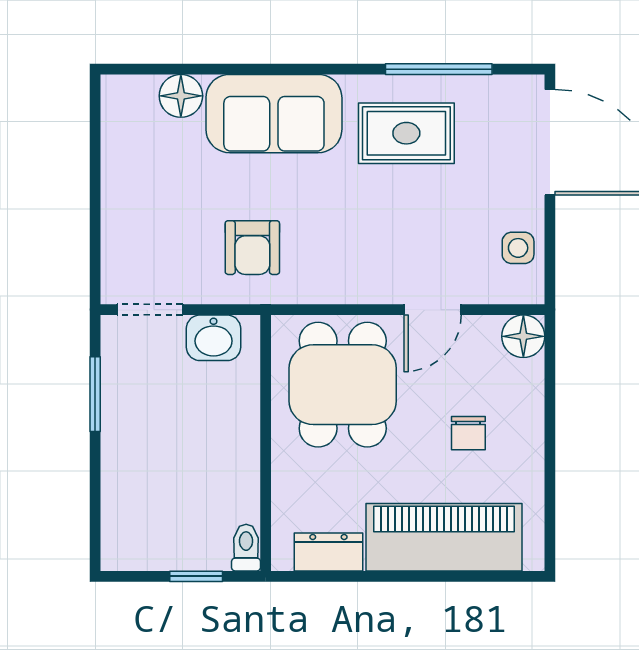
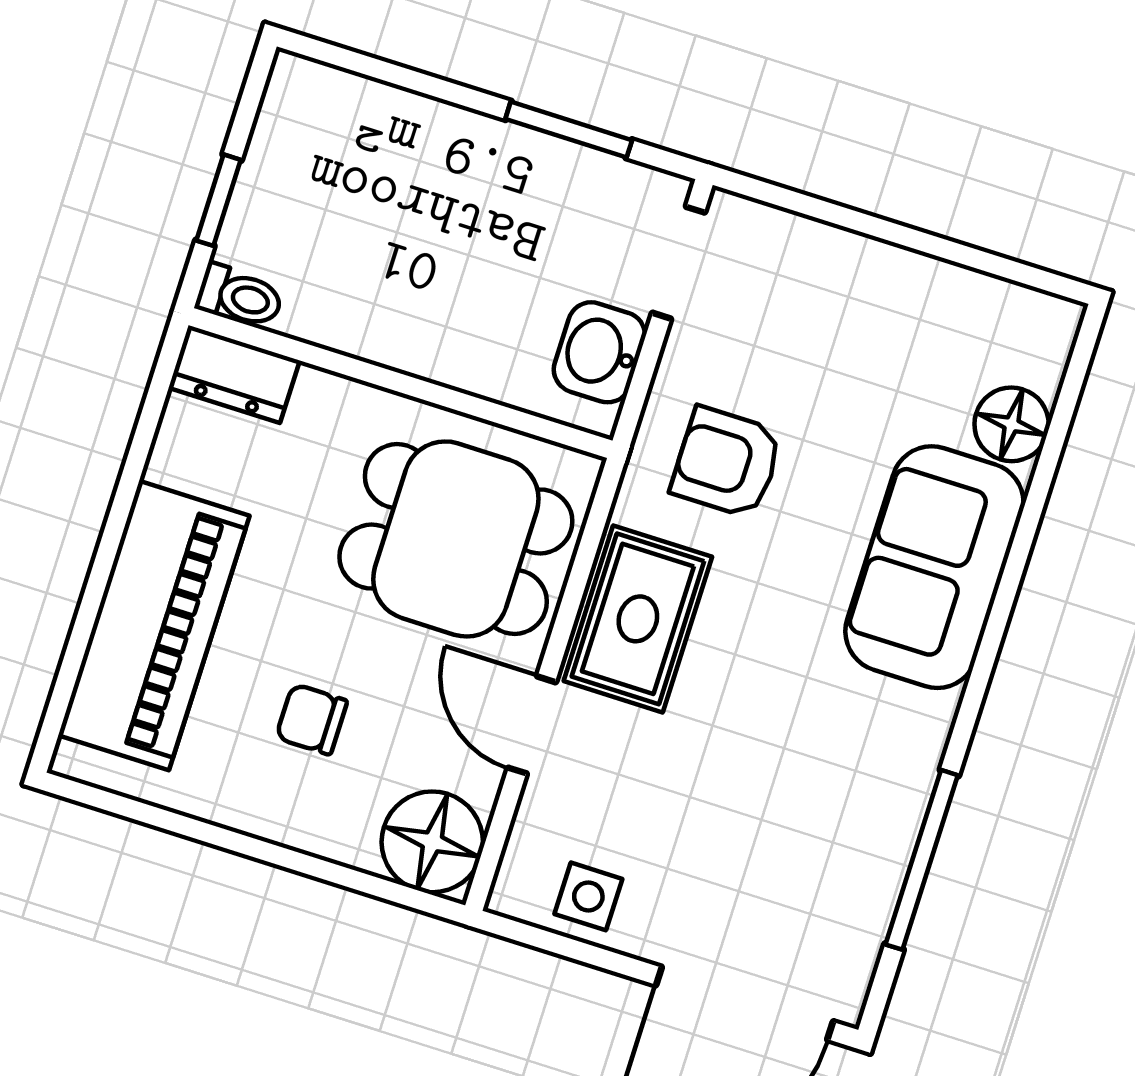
rug: (406, 133) -> (638, 619), moved
floor lamp: (523, 336) -> (432, 842), width x1.38, depth x1.38
dresser: (328, 552) -> (234, 374), moved, turned 90

